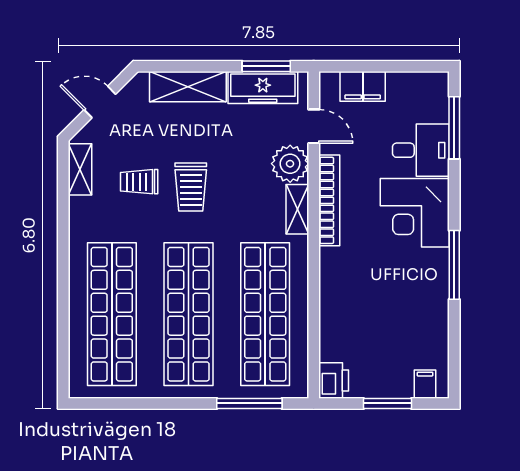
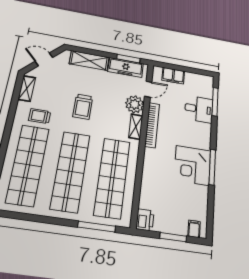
door: (314, 126) -> (148, 89), hinge flipped
trolley: (139, 182) -> (40, 116), moved
corner desk: (415, 213) -> (192, 165), moved

